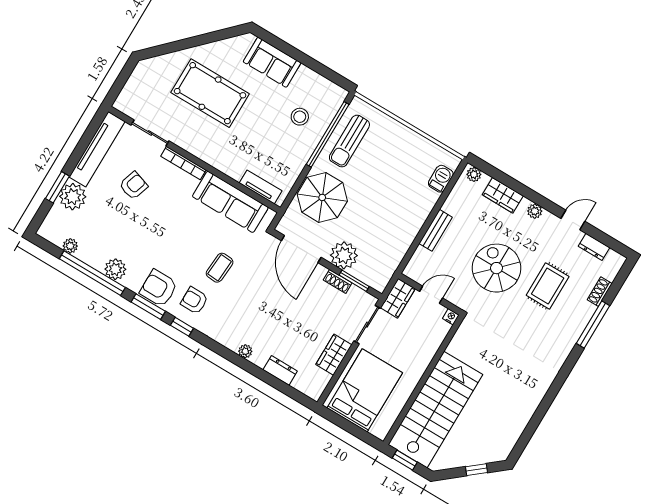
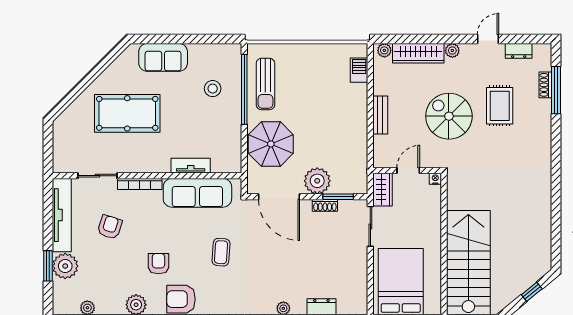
tv unit: (261, 187) -> (191, 166), moved
wardrobe: (503, 195) -> (418, 53), width x1.50
armchair: (194, 301) -> (158, 264), moved, turned 90
window: (593, 325) -> (556, 90), moved
wardrobe: (334, 355) -> (358, 267), removed

